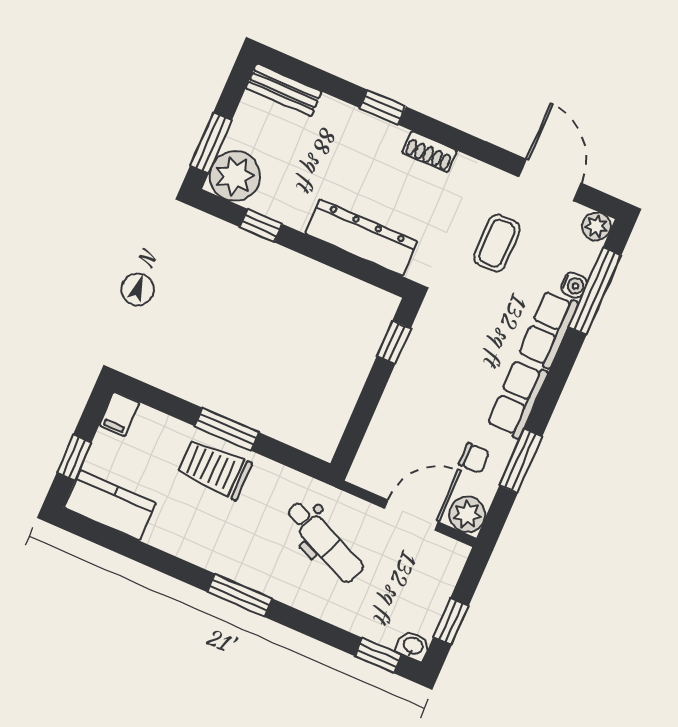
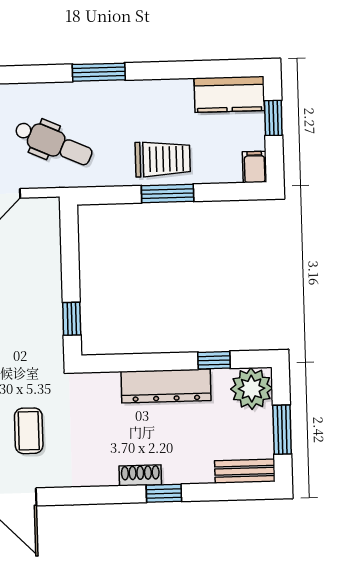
window: (211, 143) -> (282, 430), moved
shoe rack: (430, 152) -> (140, 475), moved
dresser: (361, 238) -> (166, 386), moved
dental chair: (325, 542) -> (53, 143), turned 180

